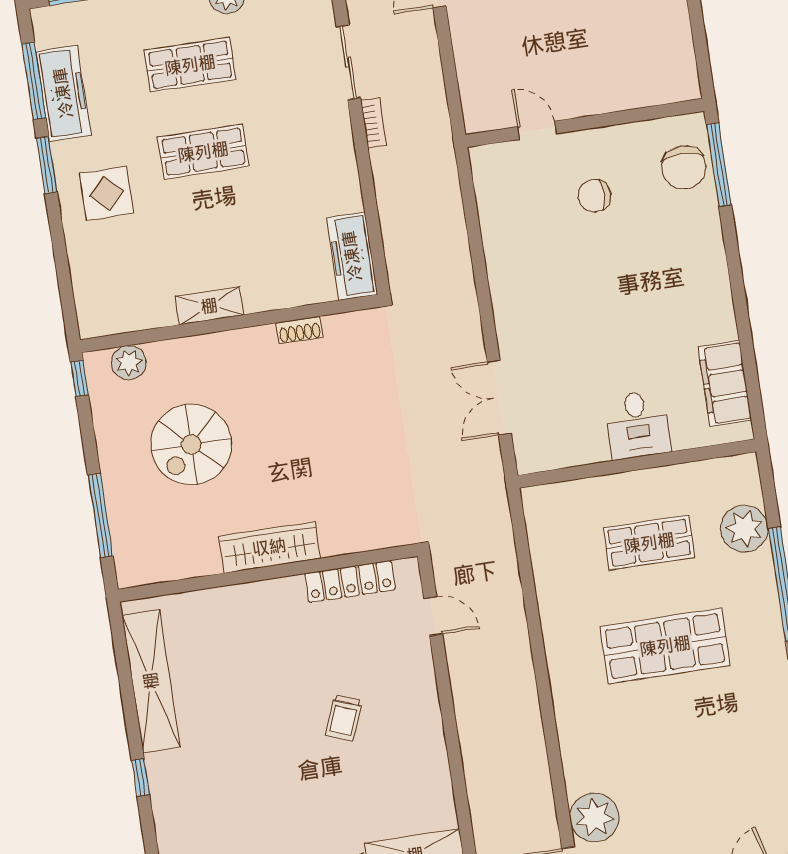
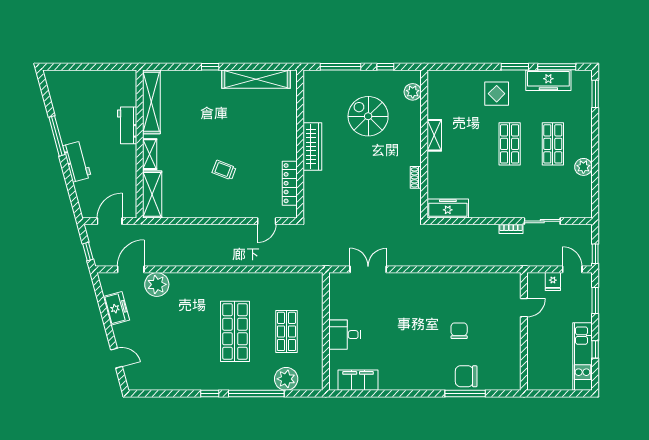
fridge: (467, 22) -> (553, 282), added
wall: (585, 123) -> (524, 331), moved
door: (537, 130) -> (524, 308), moved
window: (79, 378) -> (385, 67), moved

